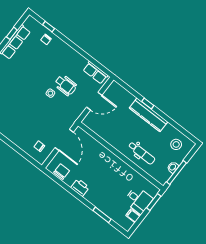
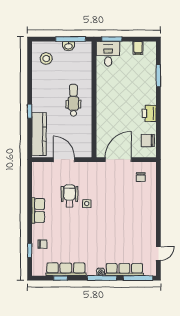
row of seats: (95, 73) -> (38, 210), moved
kitchen counter: (149, 115) -> (39, 134), moved
dental chair: (142, 153) -> (73, 100), moved
desk: (138, 200) -> (108, 54), moved

